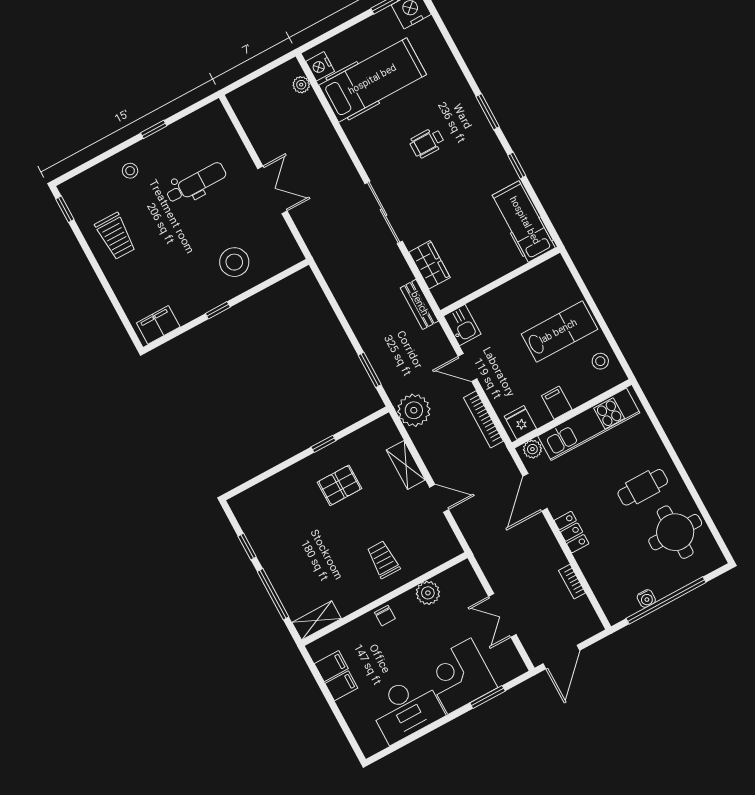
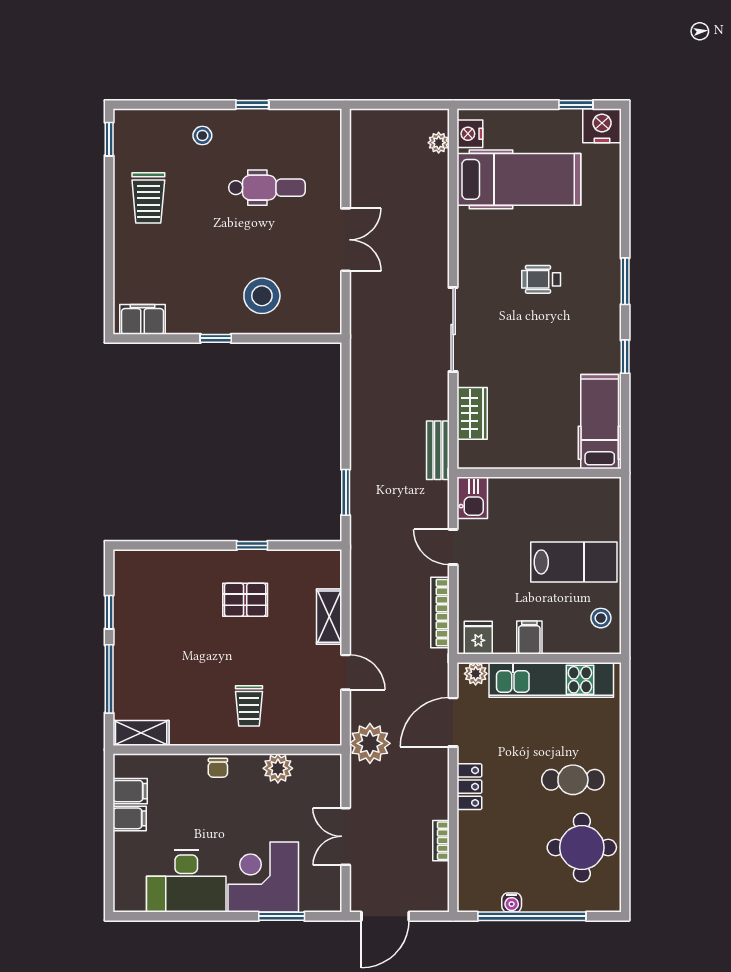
plant: (414, 410) -> (370, 743), moved
trolley: (383, 560) -> (249, 706), turned 180

